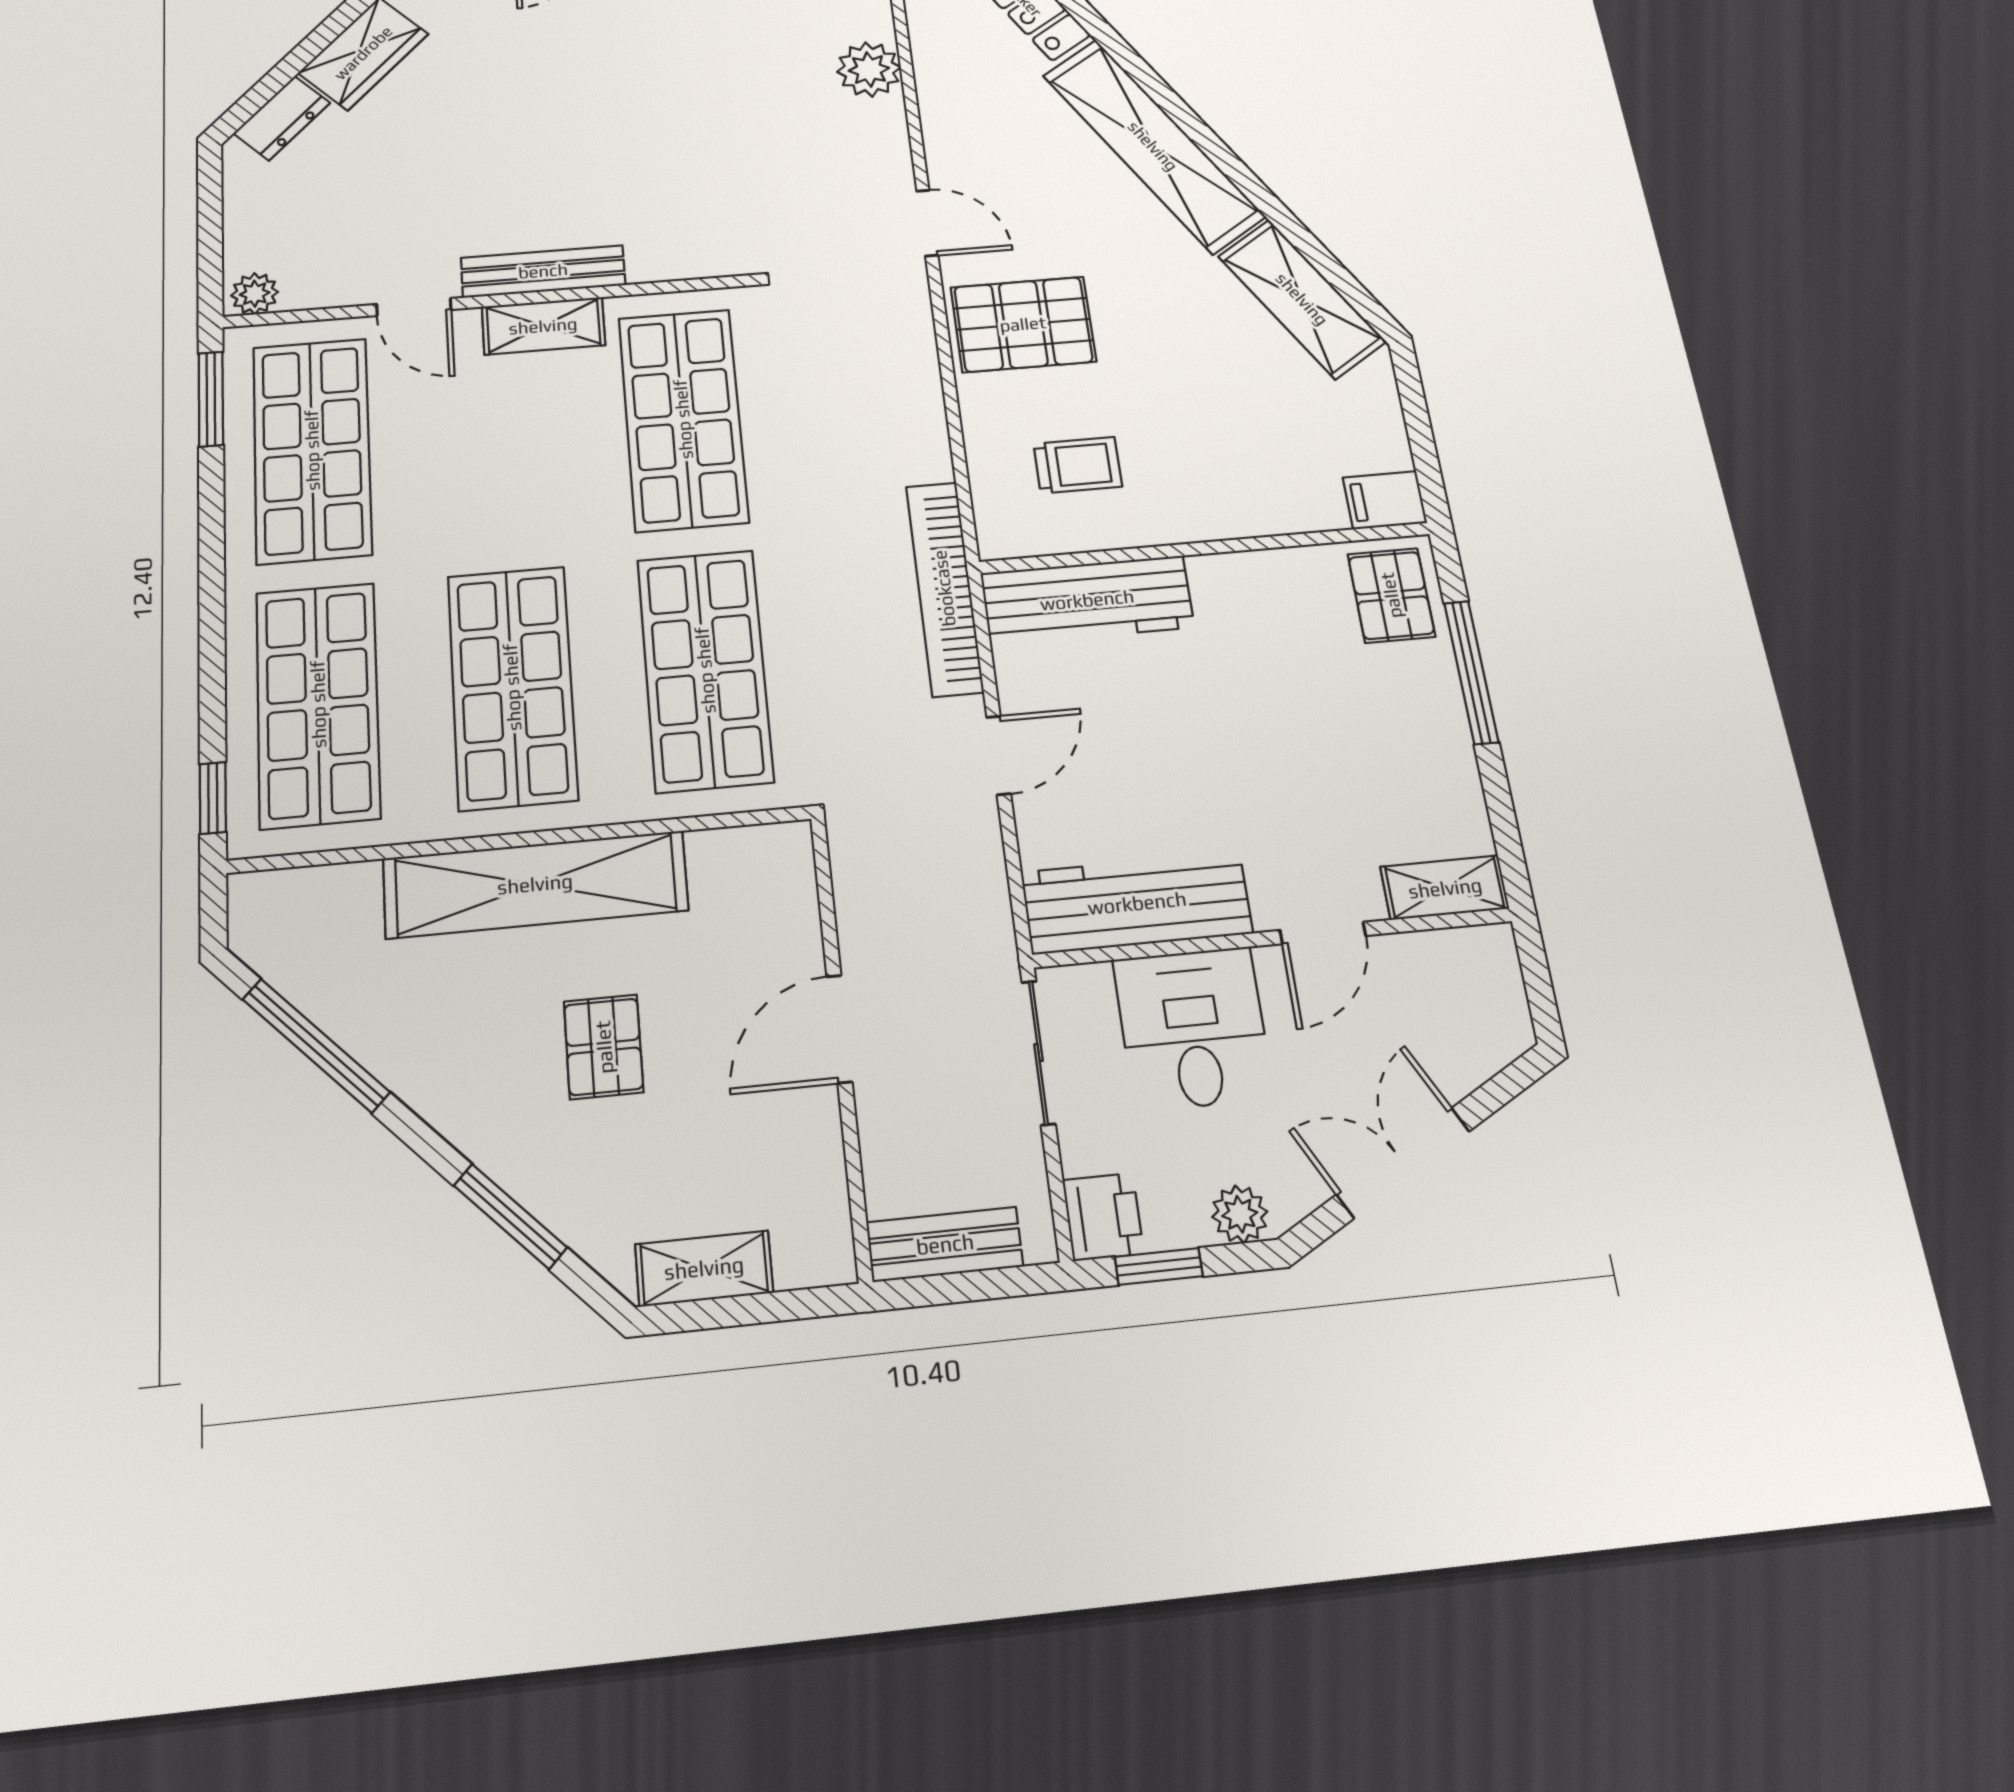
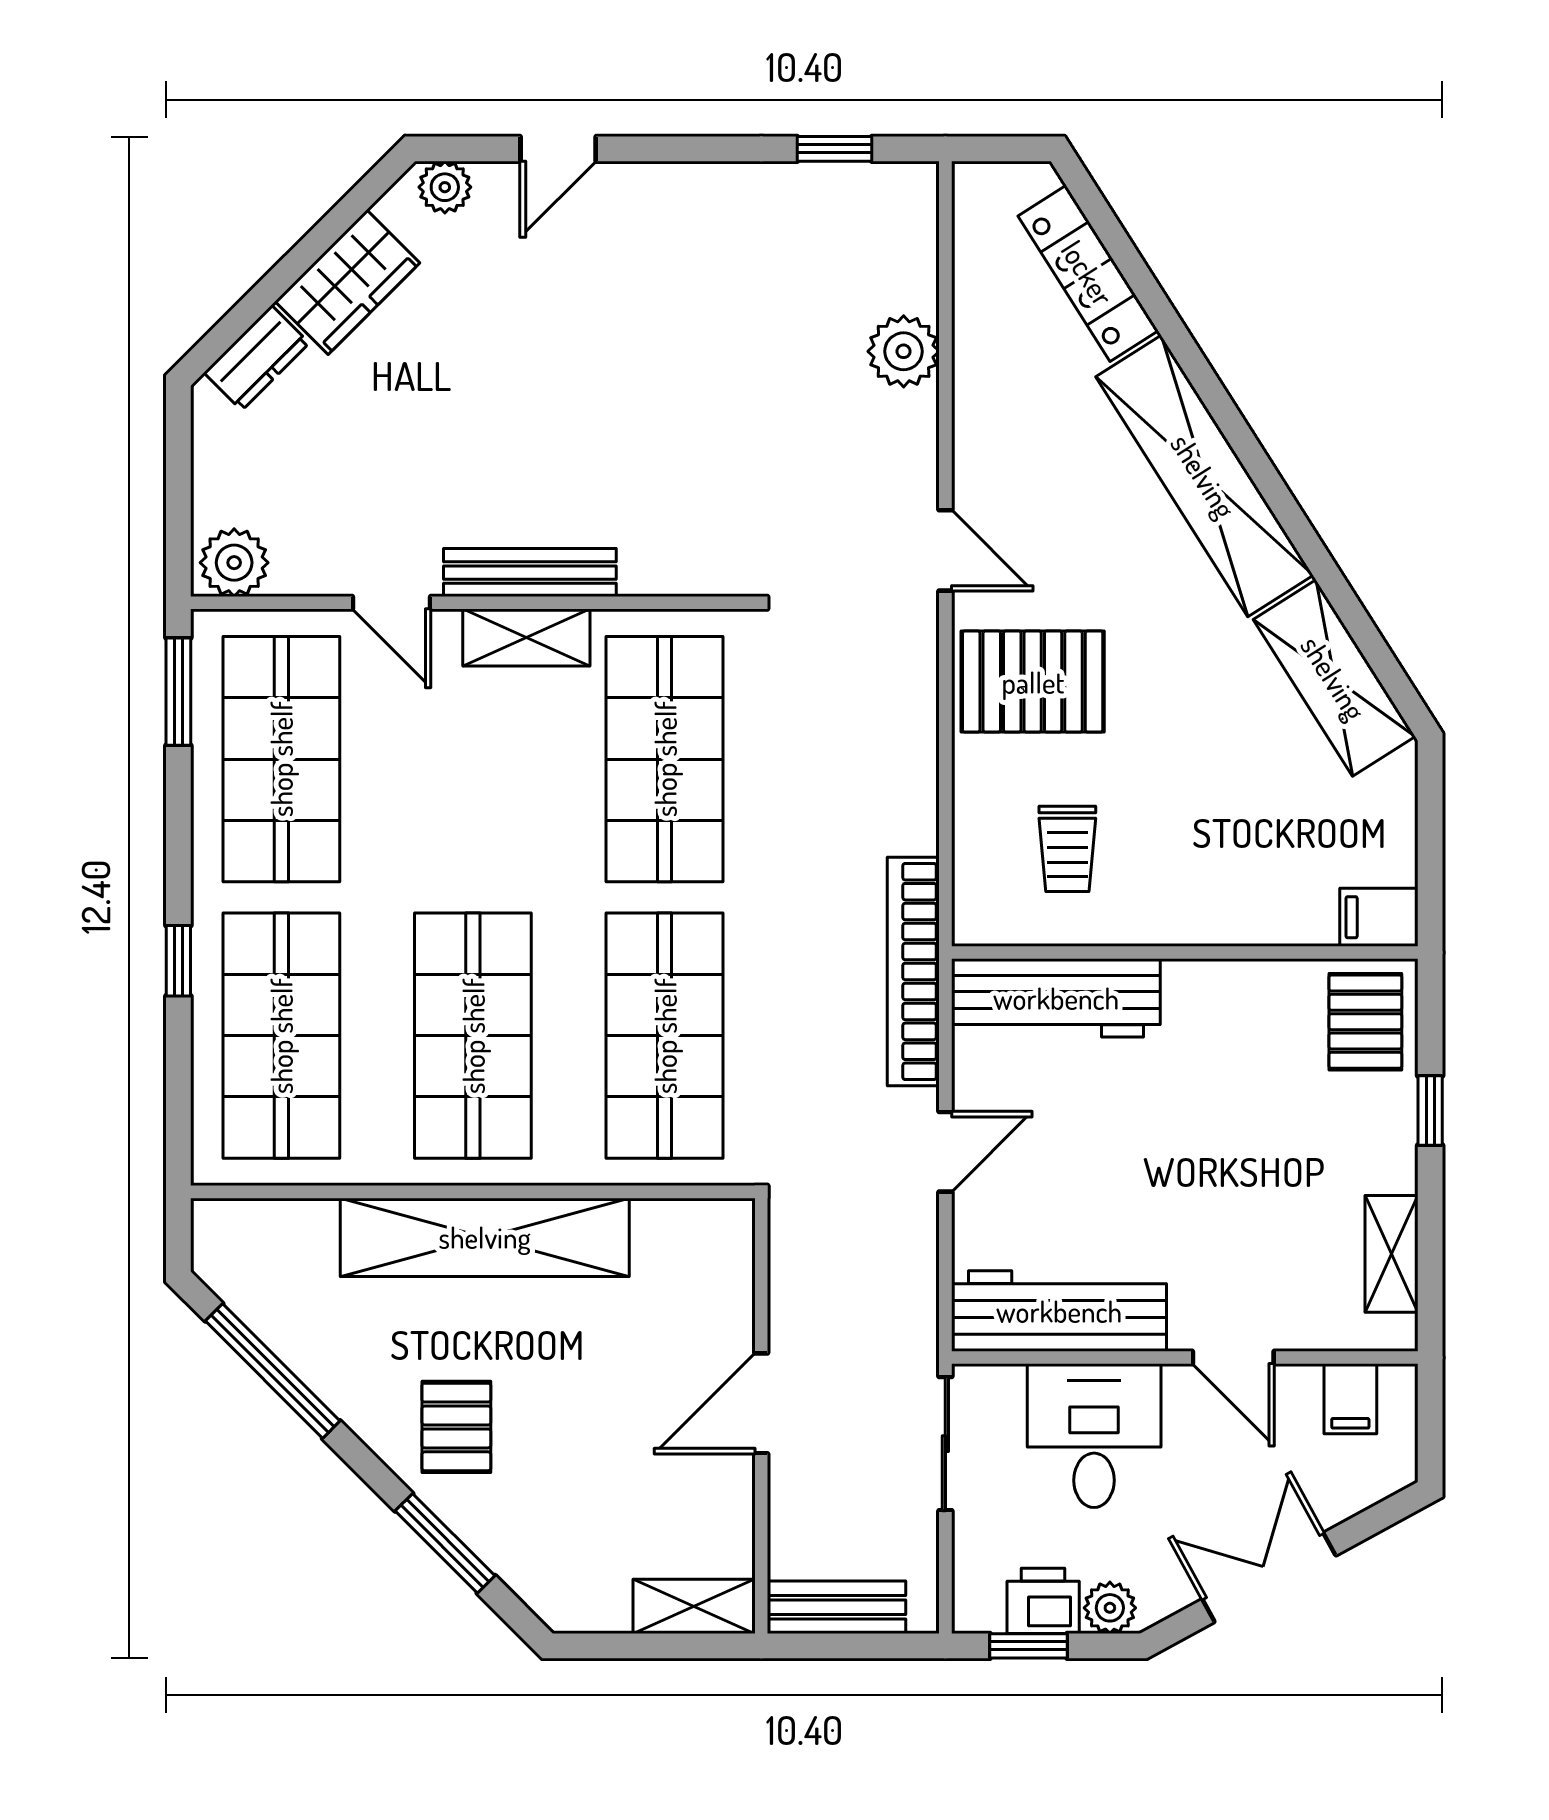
plant: (255, 294) -> (234, 563), width x1.38, depth x1.38
trolley: (1078, 465) -> (1067, 849), turned 90
window: (1471, 672) -> (1430, 1110), width x0.46
window: (213, 798) -> (178, 961), moved
shelving: (1445, 888) -> (1391, 1254), moved, turned 90
door: (1323, 933) -> (1233, 1358), hinge flipped
filing cabinet: (1451, 964) -> (1350, 1399), added
pallet: (604, 1047) -> (456, 1427), moved
printer: (1103, 1217) -> (1043, 1601), moved, turned -90
shelving: (704, 1268) -> (694, 1606), moved

